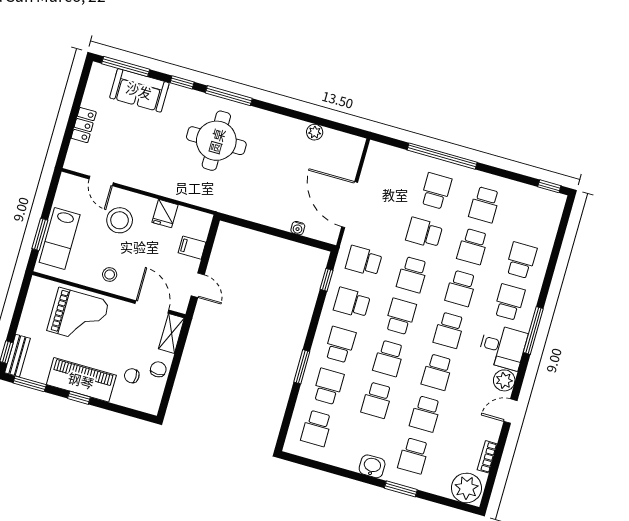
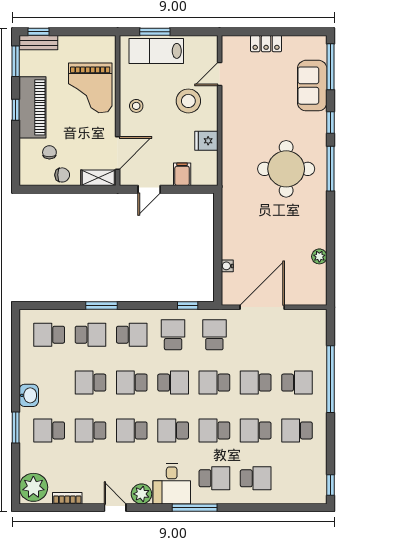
school desk: (424, 233) -> (256, 383), turned -90

